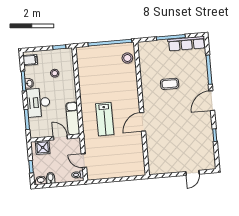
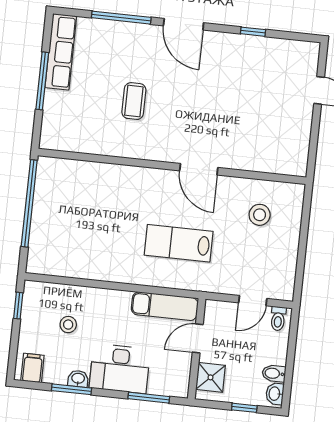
stool: (127, 58) -> (260, 215), moved
lab bench: (105, 119) -> (179, 243), turned 180

